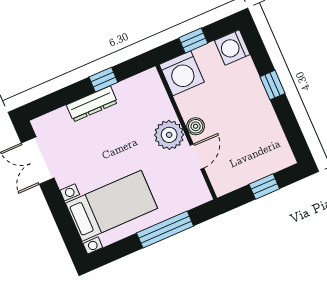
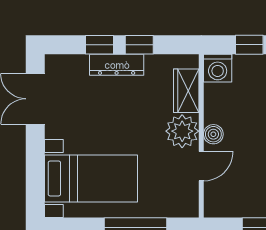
washing machine: (182, 73) -> (218, 68), width x0.73, depth x0.73
window: (71, 94) -> (99, 45), added
wardrobe: (158, 100) -> (186, 91), added

